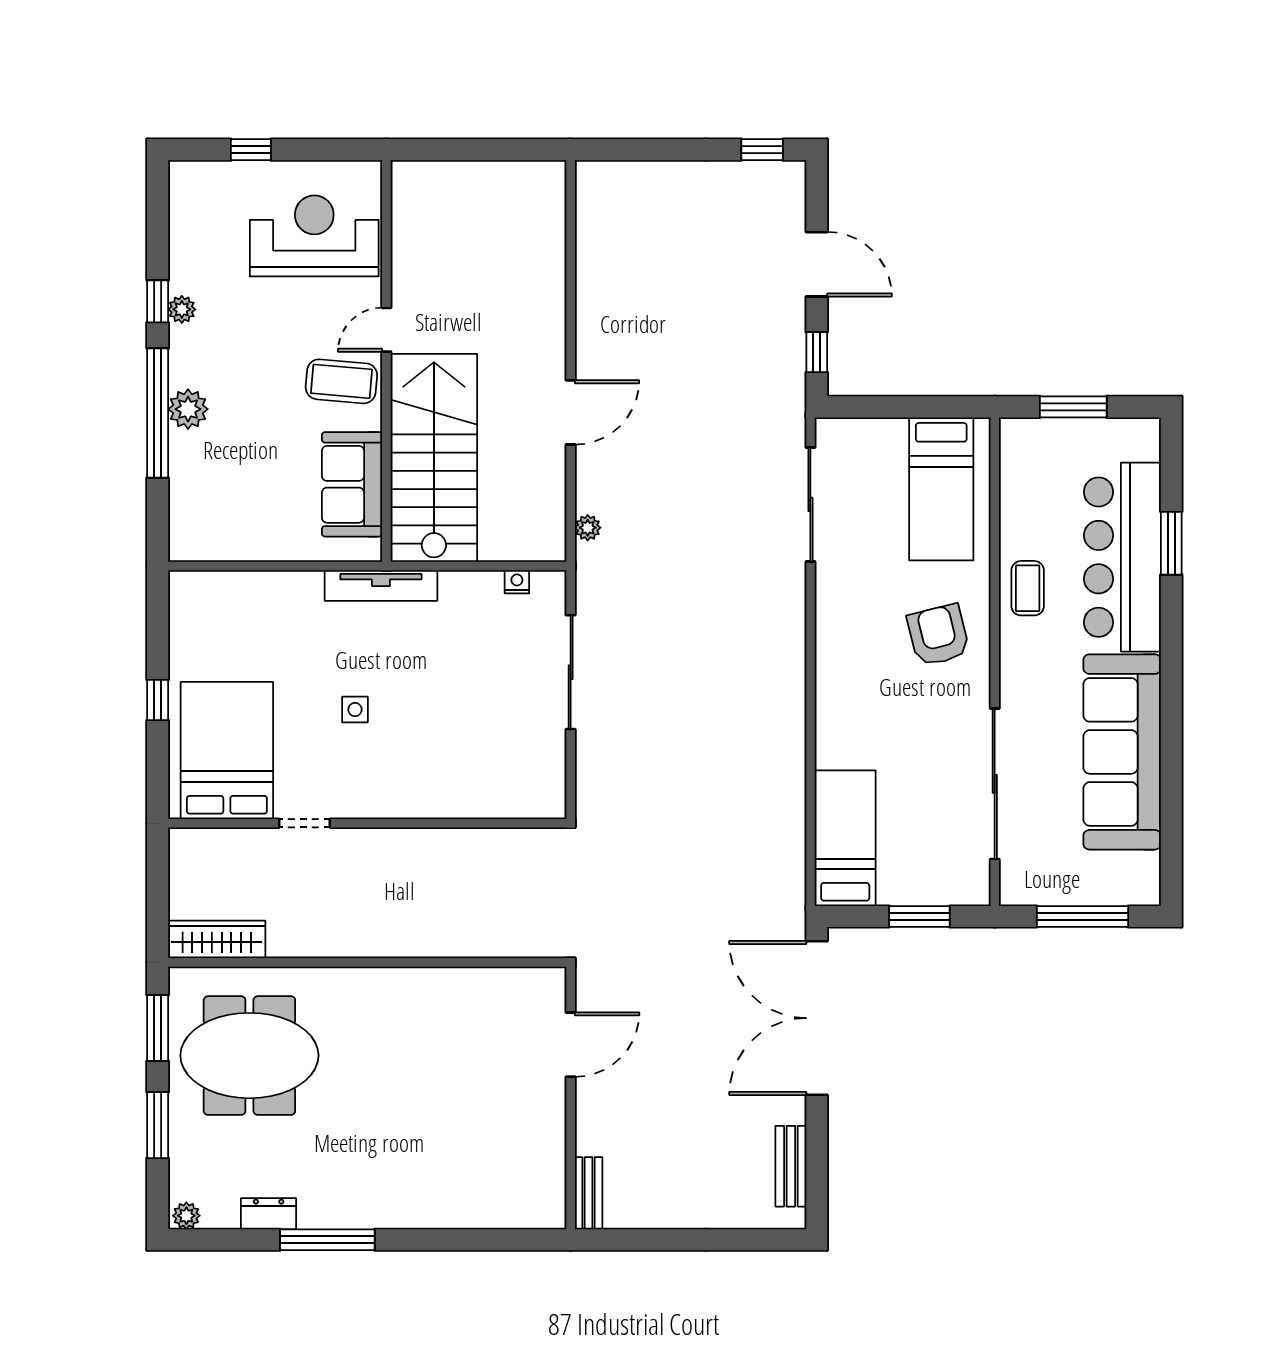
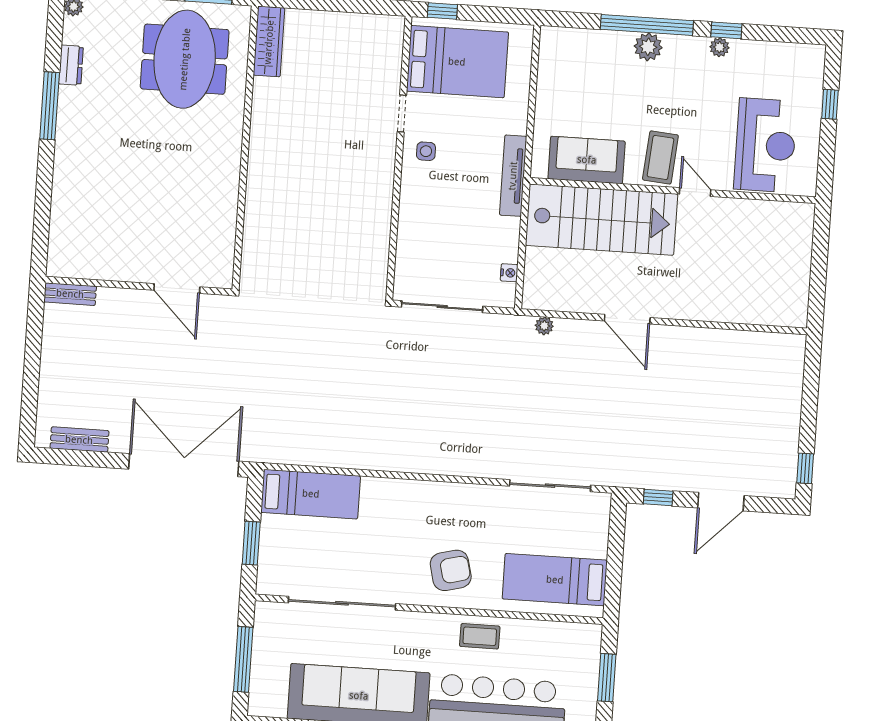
bed: (227, 751) -> (457, 62), moved
doorway: (305, 823) -> (402, 113), moved
wall: (367, 823) -> (399, 158), moved

